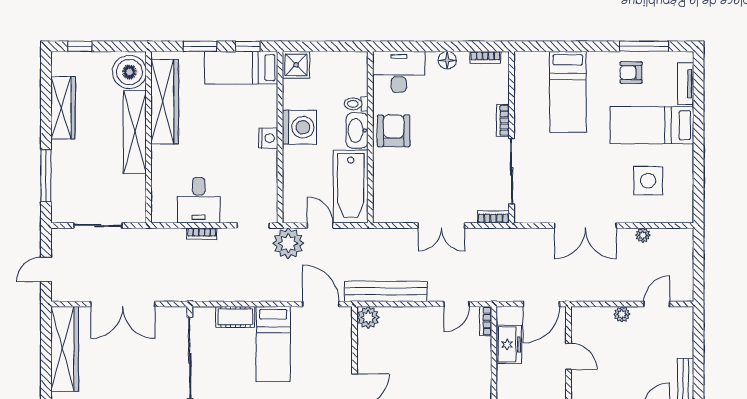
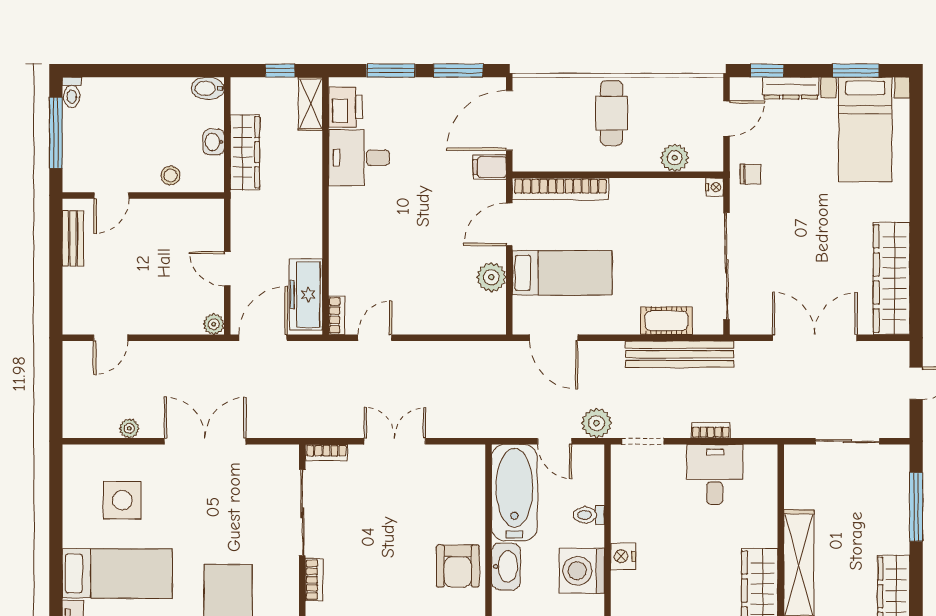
toilet: (356, 104) -> (589, 515), moved, turned 180
plant: (288, 243) -> (597, 423), width x0.73, depth x0.73
bench: (386, 291) -> (680, 354), moved
plant: (622, 314) -> (214, 324), moved
plant: (368, 318) -> (491, 277), moved
bed: (273, 344) -> (562, 273), moved, turned 90
freezer: (509, 344) -> (306, 295), width x1.40

